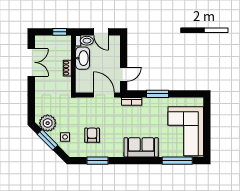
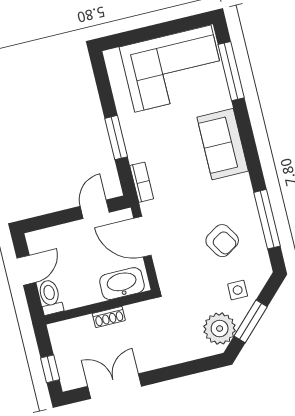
window: (60, 32) -> (50, 369), moved
washbasin: (83, 58) -> (122, 284), moved
door: (124, 74) -> (95, 209), hinge flipped
door: (104, 95) -> (142, 237), hinge flipped
armchair: (92, 135) -> (222, 241), turned -122
window: (97, 161) -> (267, 219), width x1.44

